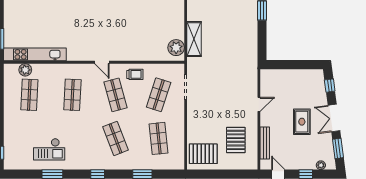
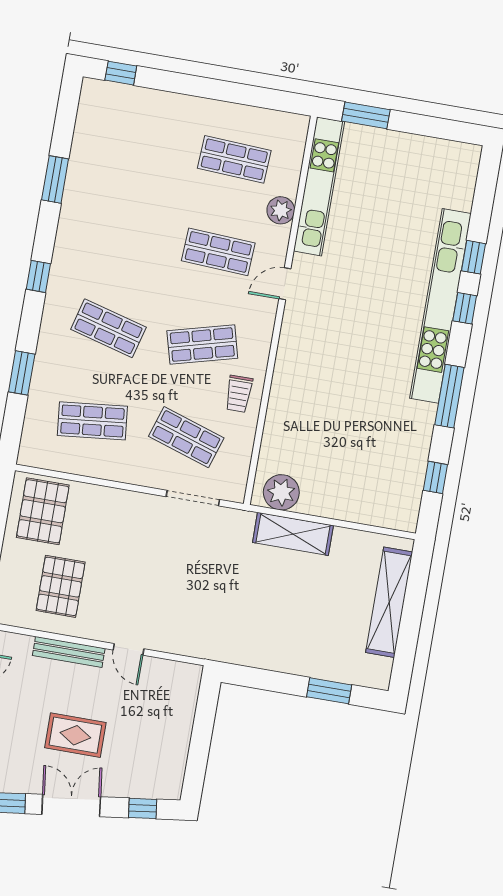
door: (102, 62) -> (285, 284), moved
plant: (25, 70) -> (281, 210), moved
shop shelf: (115, 138) -> (108, 328), turned 36
pallet: (236, 140) -> (61, 586), turned 90
bench: (265, 143) -> (69, 652), moved
checkout: (49, 149) -> (110, 181), removed

